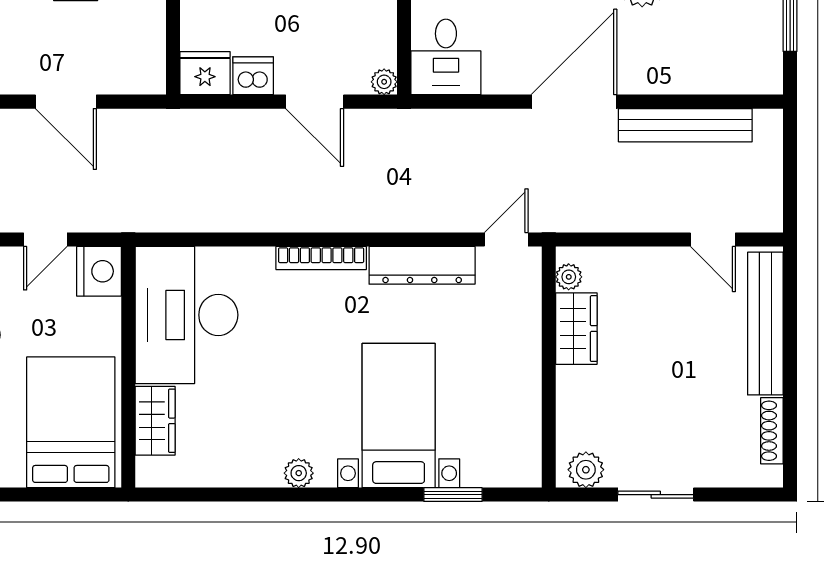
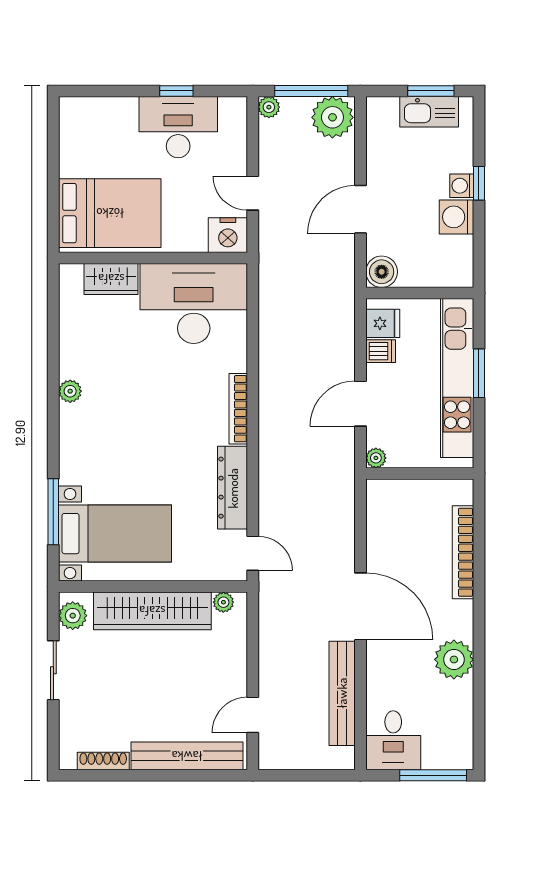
desk: (446, 57) -> (393, 740), moved, turned -90
fridge: (205, 73) -> (383, 323), width x0.72
boiler: (146, 74) -> (382, 272), added
dishwasher: (253, 76) -> (381, 351), width x0.73
wardrobe: (576, 329) -> (152, 611), width x2.10, depth x1.17
bed with nightstands: (399, 416) -> (115, 534), moved
window: (453, 495) -> (53, 512), width x1.44

